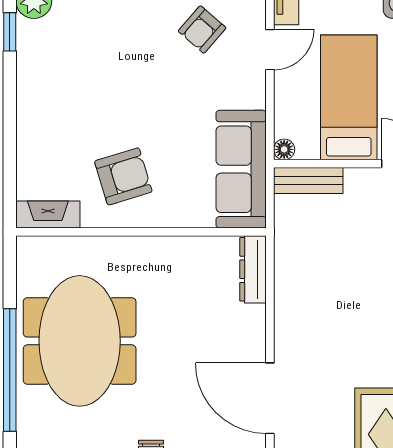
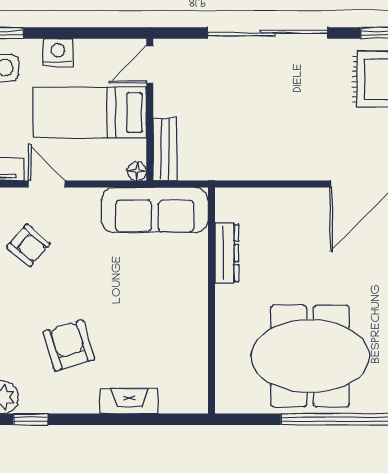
armchair: (123, 176) -> (69, 345), moved
fireplace: (48, 215) -> (129, 401), moved, turned 90
dresser: (253, 269) -> (227, 253), moved, turned -90

